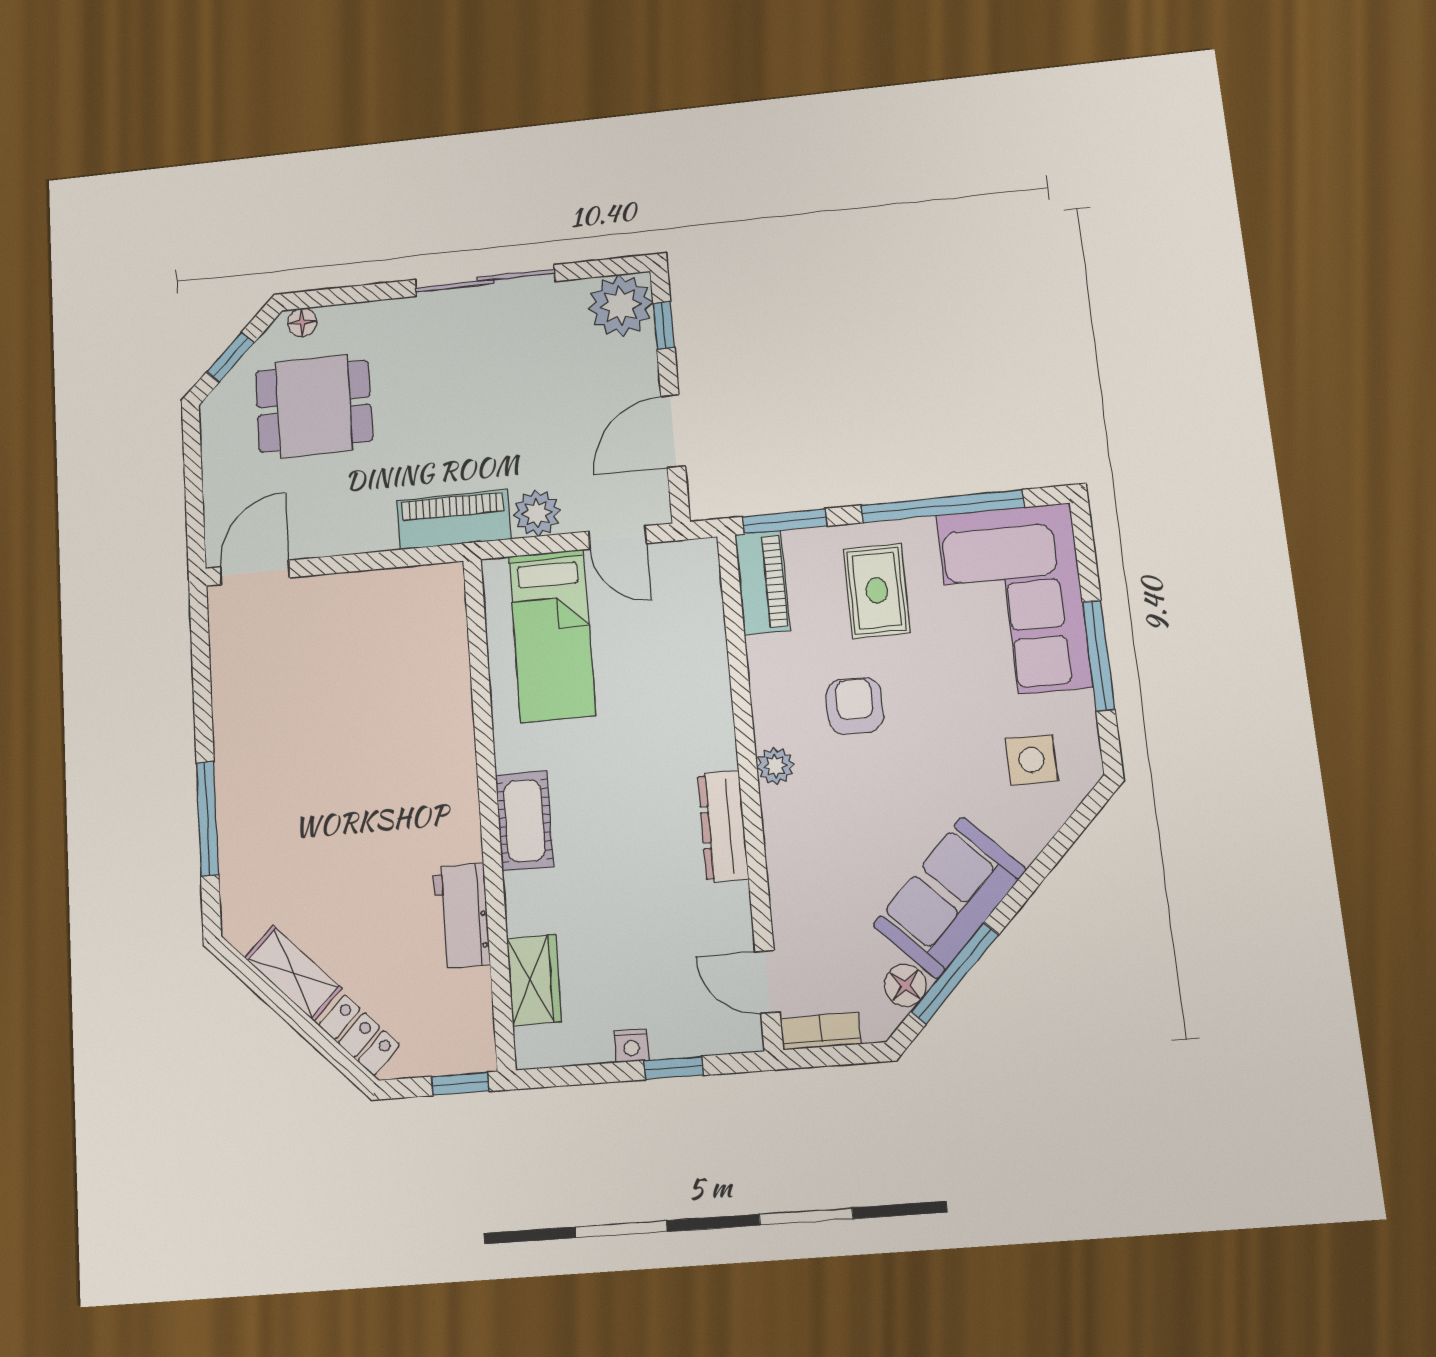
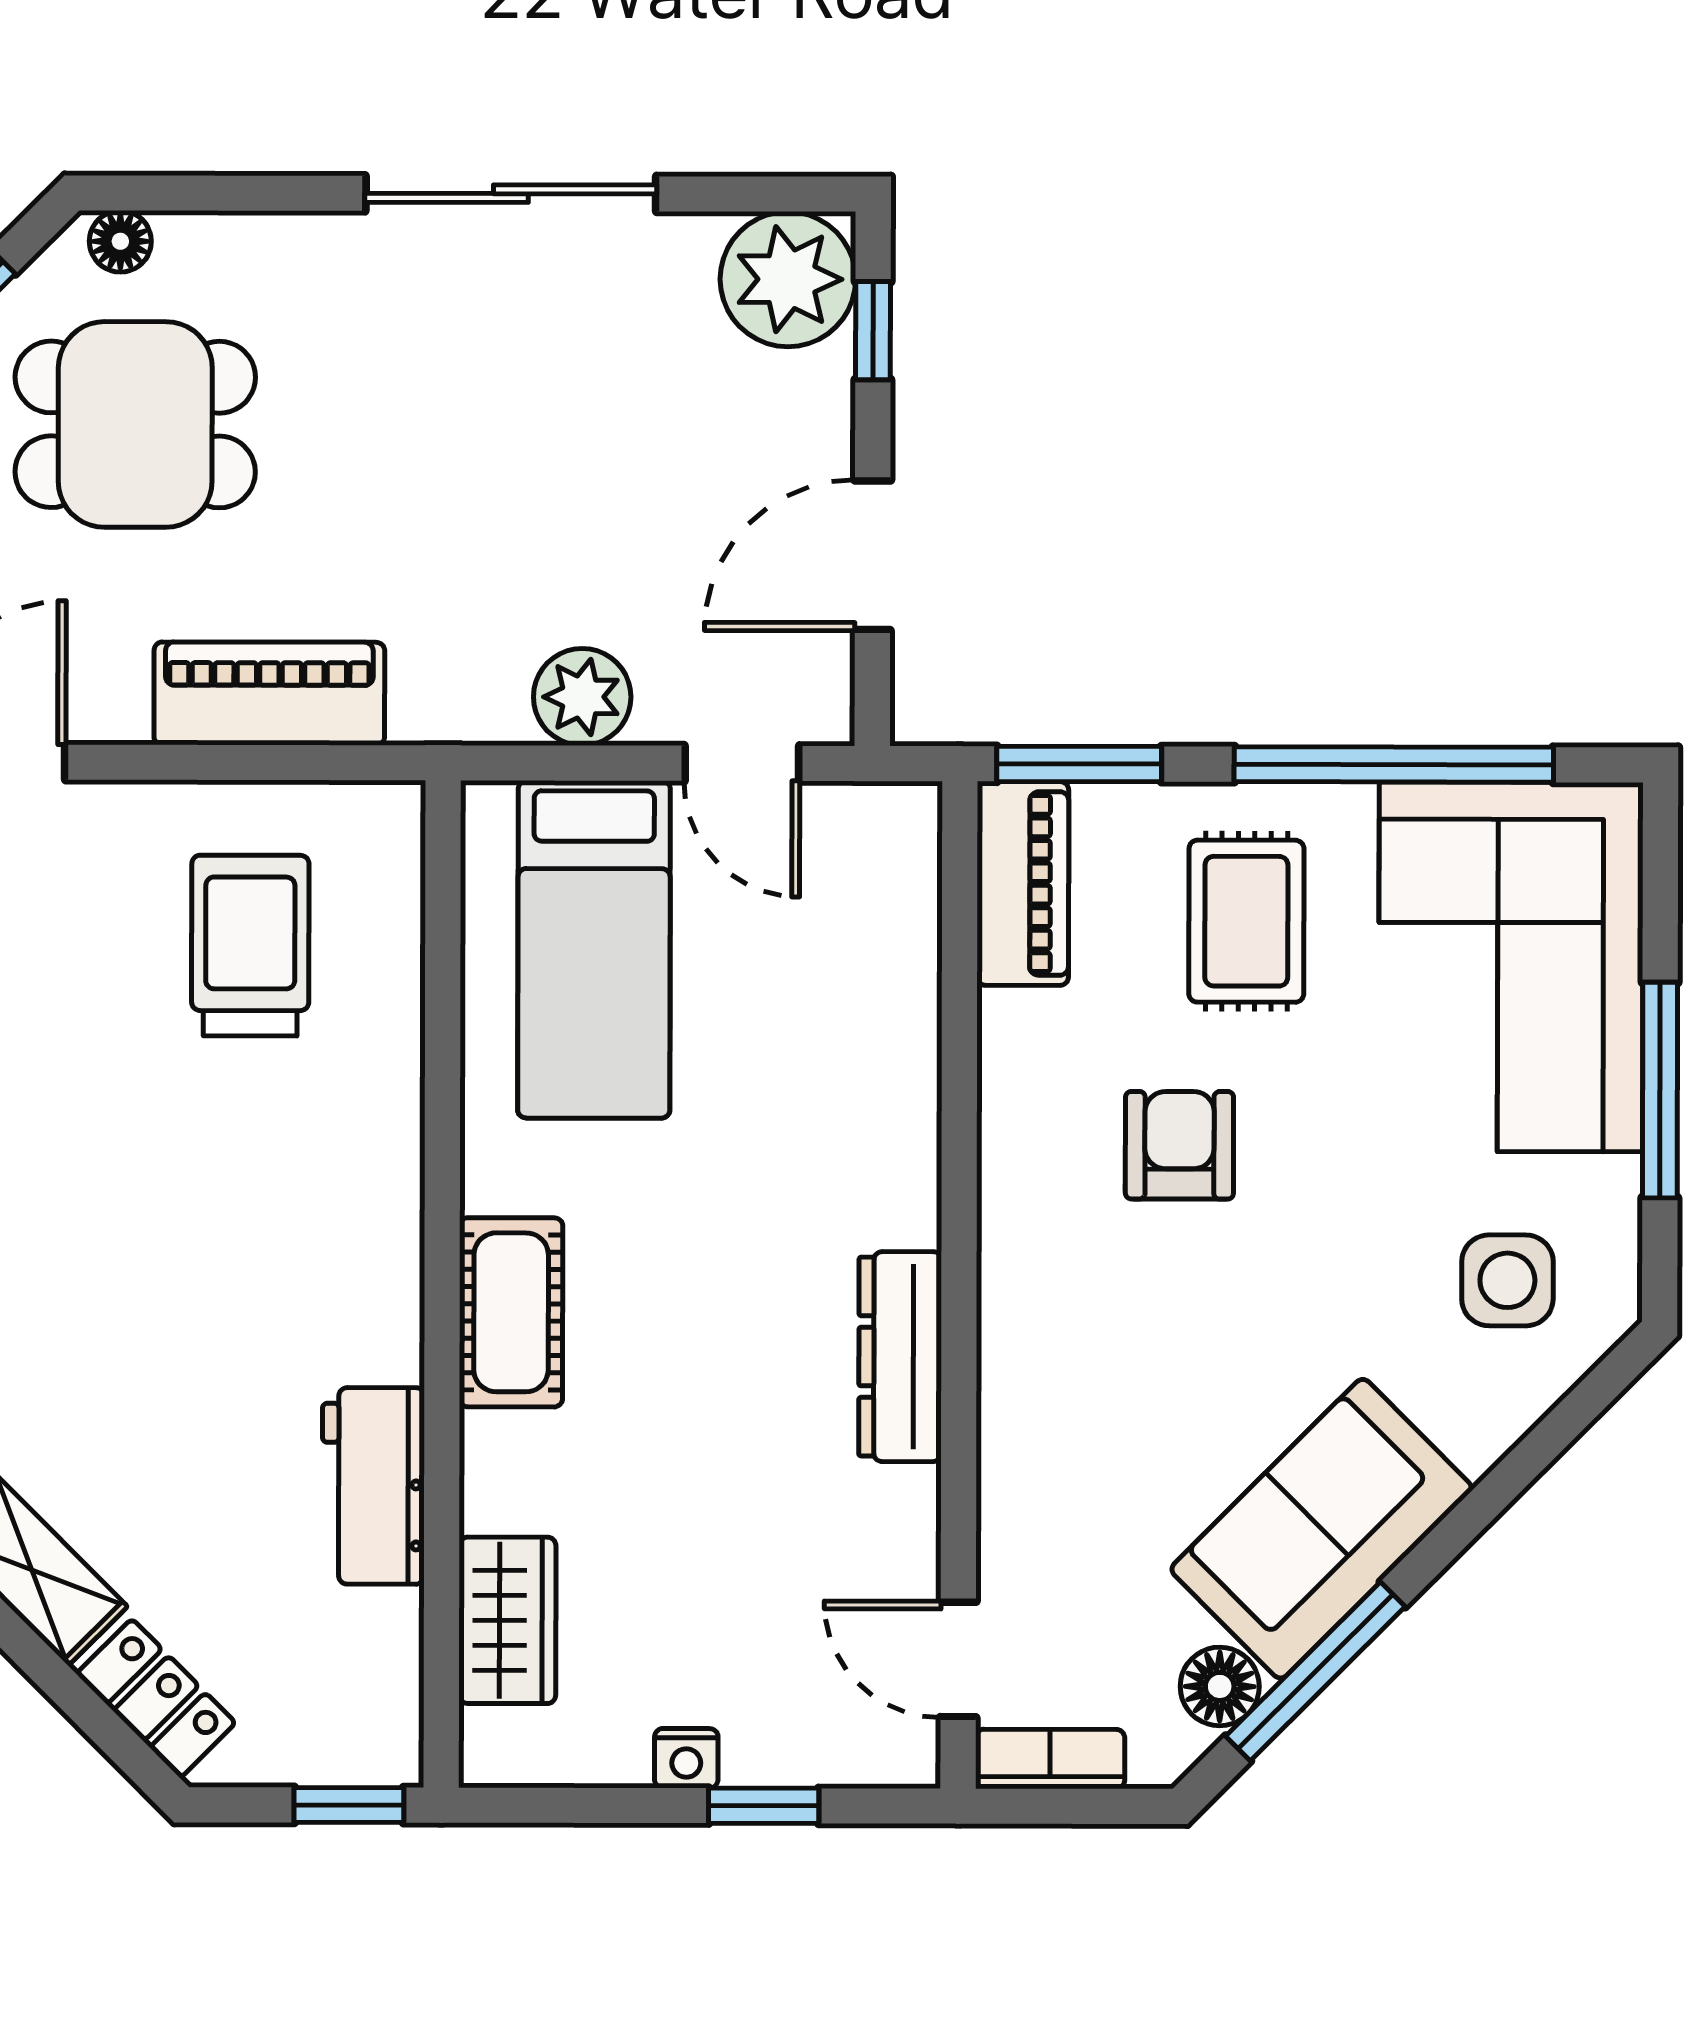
piano: (454, 520) -> (269, 693), moved
trolley: (383, 649) -> (250, 946), added
plant: (775, 766) -> (1014, 1249), removed

